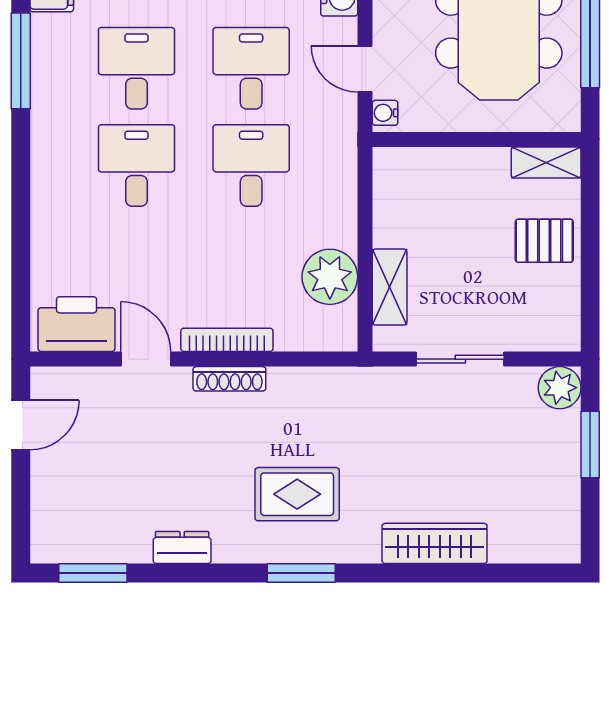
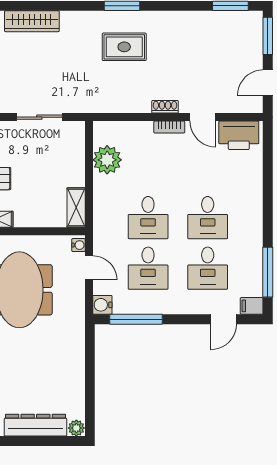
shelving: (390, 287) -> (76, 208), moved
bookcase: (227, 340) -> (169, 127), width x0.64
shoe rack: (229, 379) -> (165, 107), width x0.70
window: (21, 515) -> (268, 36), added
wardrobe: (435, 543) -> (32, 21), moved
dresser: (182, 548) -> (184, 19), removed

